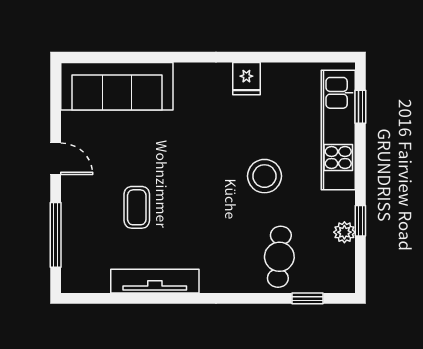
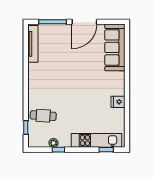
door: (56, 159) -> (84, 22), width x1.87
stool: (265, 176) -> (77, 109), removed
coffee table: (137, 207) -> (64, 56), removed
tv unit: (155, 281) -> (33, 44), moved

